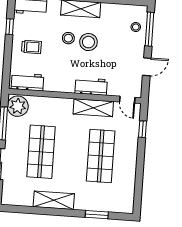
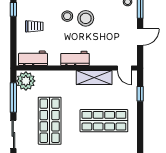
workbench: (91, 86) -> (75, 58), moved
shop shelf: (101, 156) -> (104, 121), turned 90

